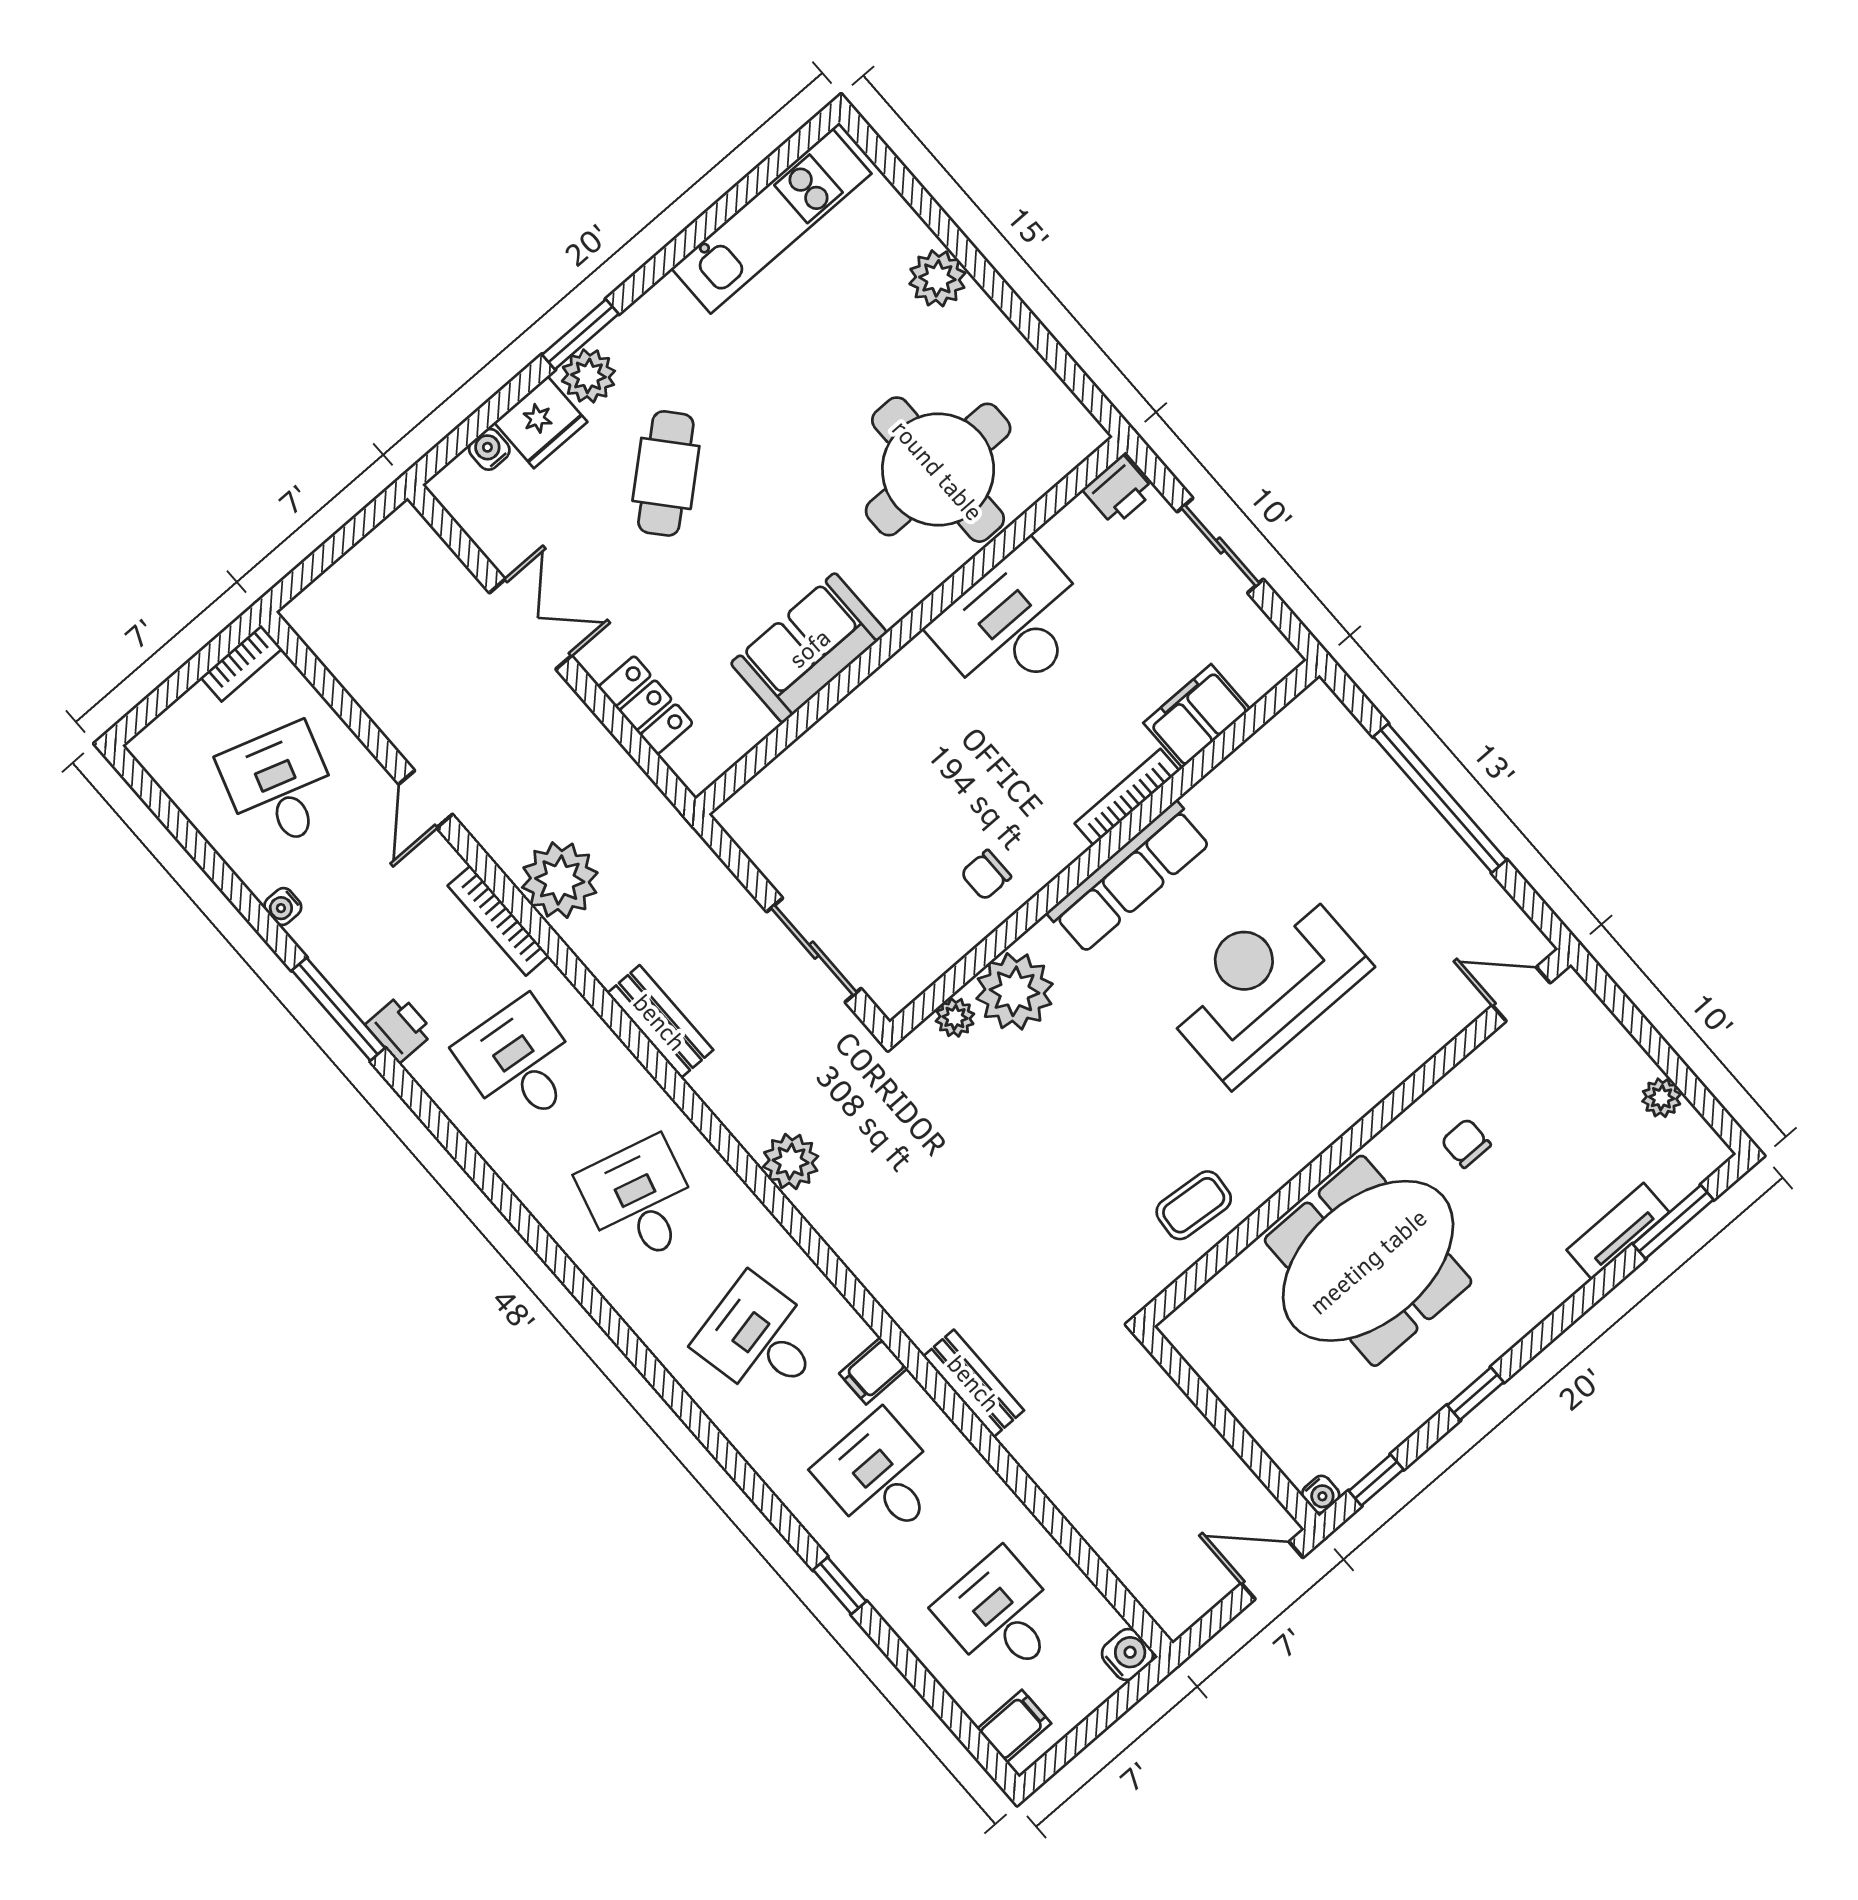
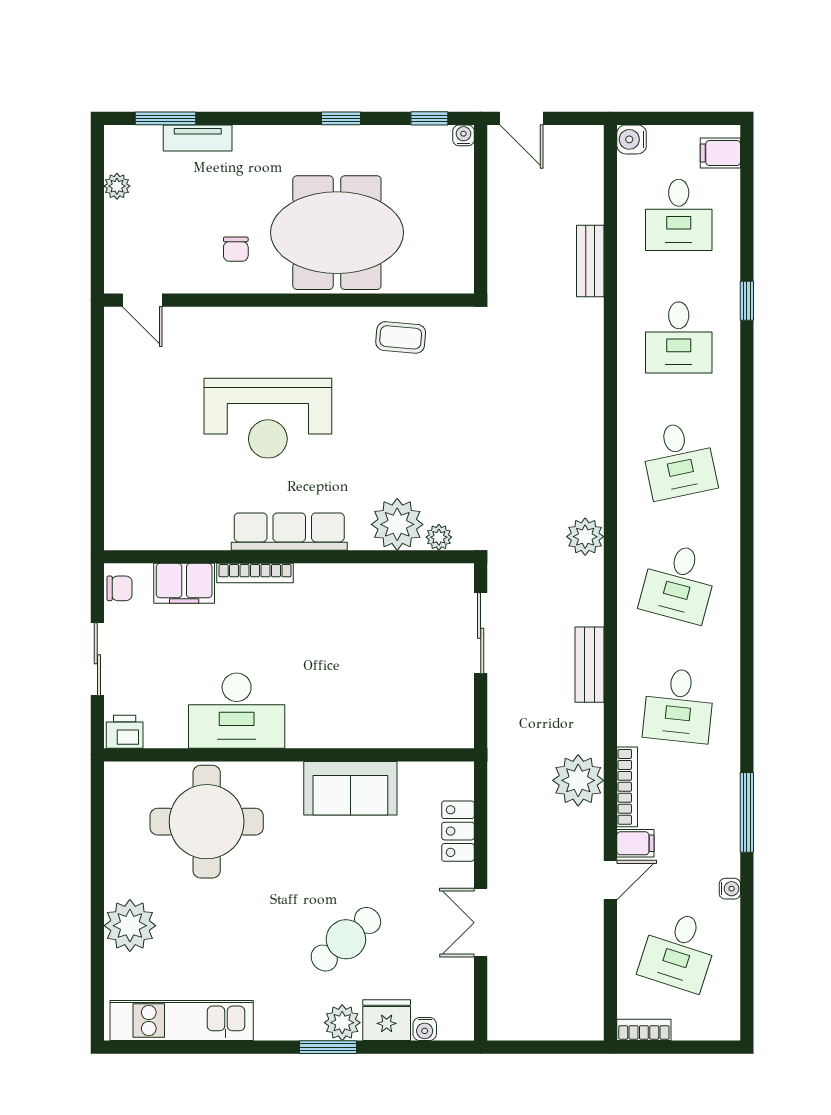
plant: (937, 278) -> (130, 926), width x1.36, depth x1.36
window: (1440, 798) -> (97, 435), removed
chair: (986, 875) -> (120, 588), moved
printer: (400, 1029) -> (724, 776), removed
filing cabinet: (873, 1371) -> (635, 843), moved
bench: (974, 1383) -> (590, 261), moved

